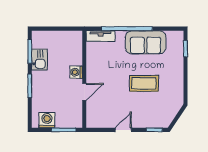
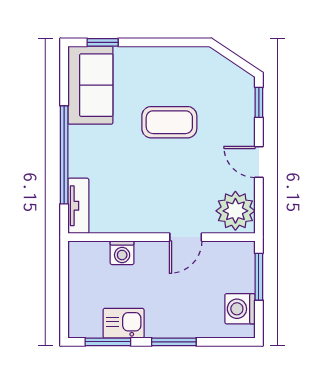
sofa: (146, 42) -> (90, 85), moved
washing machine: (76, 72) -> (122, 253), moved
coffee table: (144, 83) -> (169, 122), turned 90
door: (84, 92) -> (186, 237), swing flipped
plant: (98, 118) -> (235, 211), added

